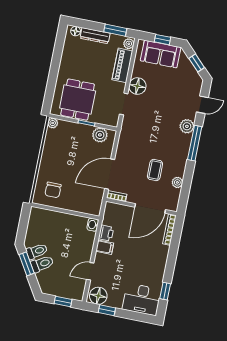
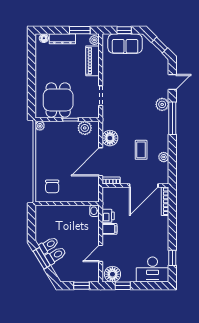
floor lamp: (137, 86) -> (110, 138), moved

